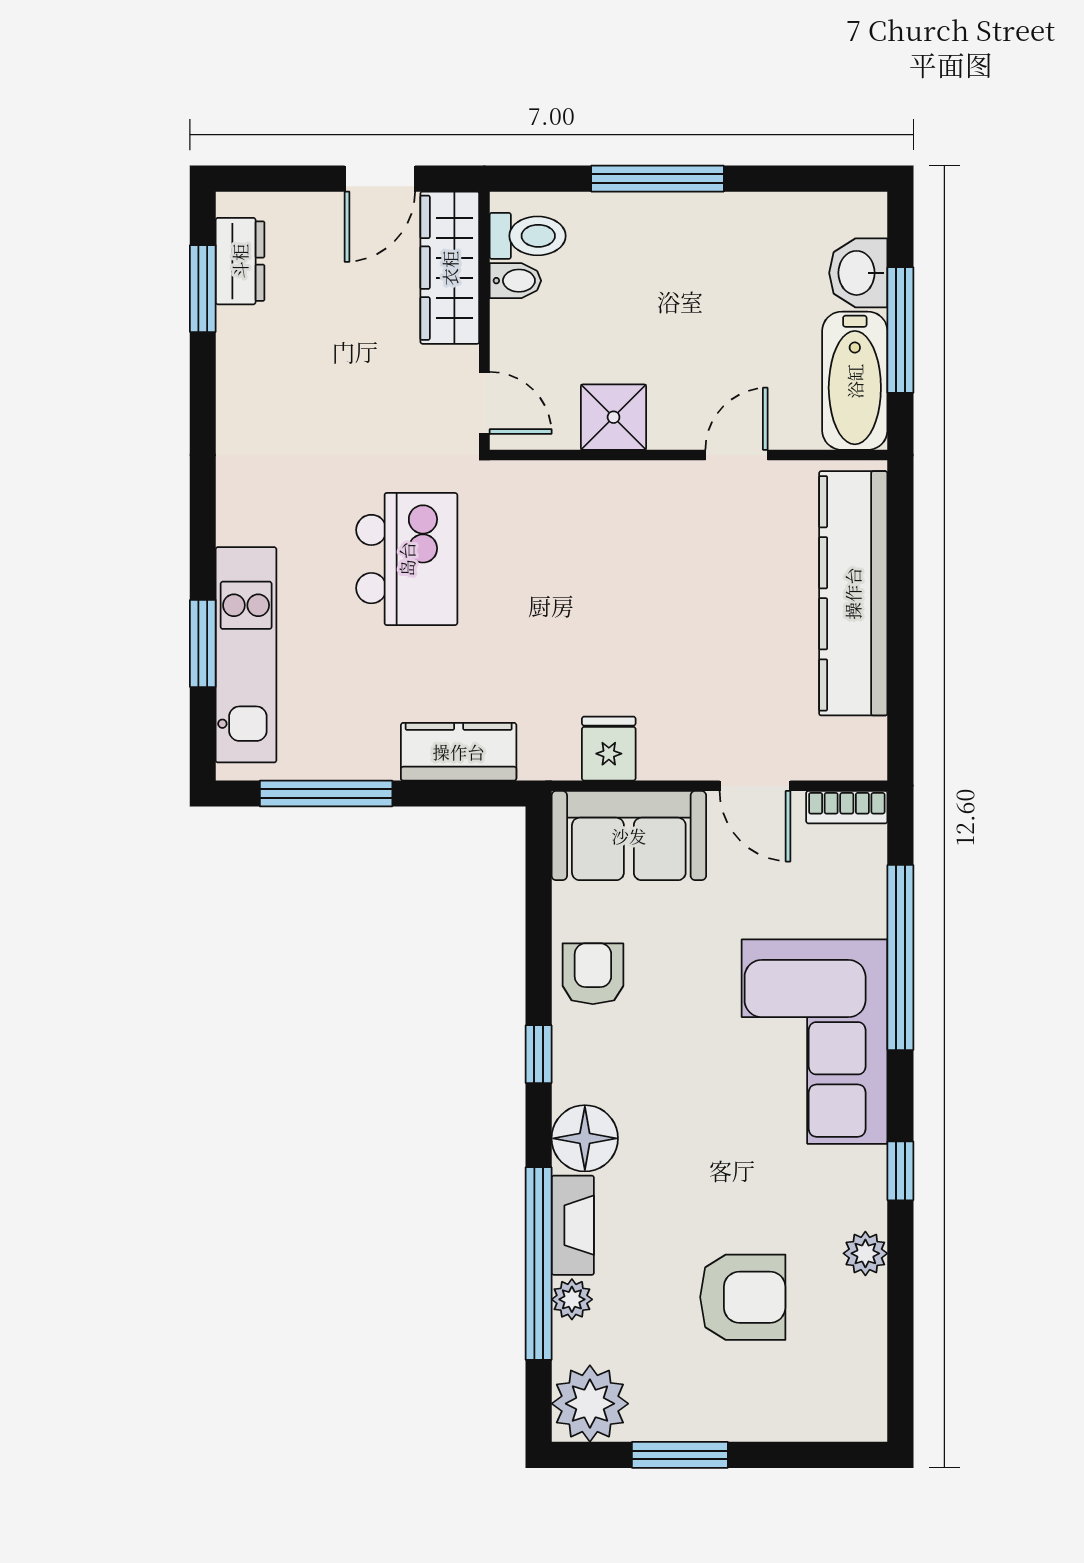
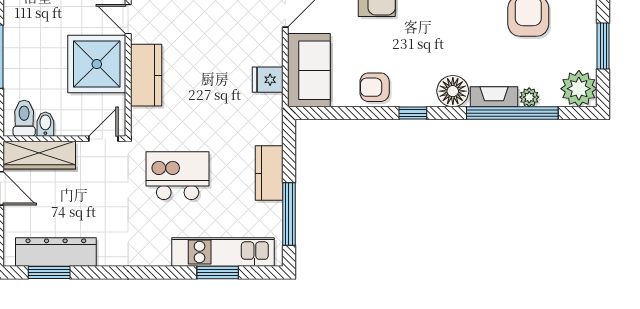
dresser: (240, 261) -> (56, 252), width x1.96, depth x1.24
shower: (614, 417) -> (97, 64), width x1.86, depth x1.86
kitchen counter: (619, 493) -> (146, 75), added
kitchen counter: (459, 752) -> (269, 173), moved

